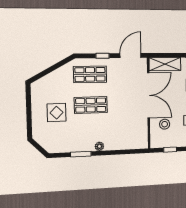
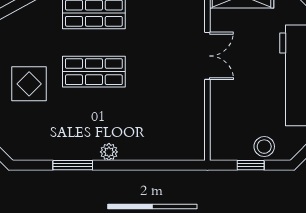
double door: (148, 95) -> (207, 56), width x0.54
stool: (165, 124) -> (264, 147), moved

